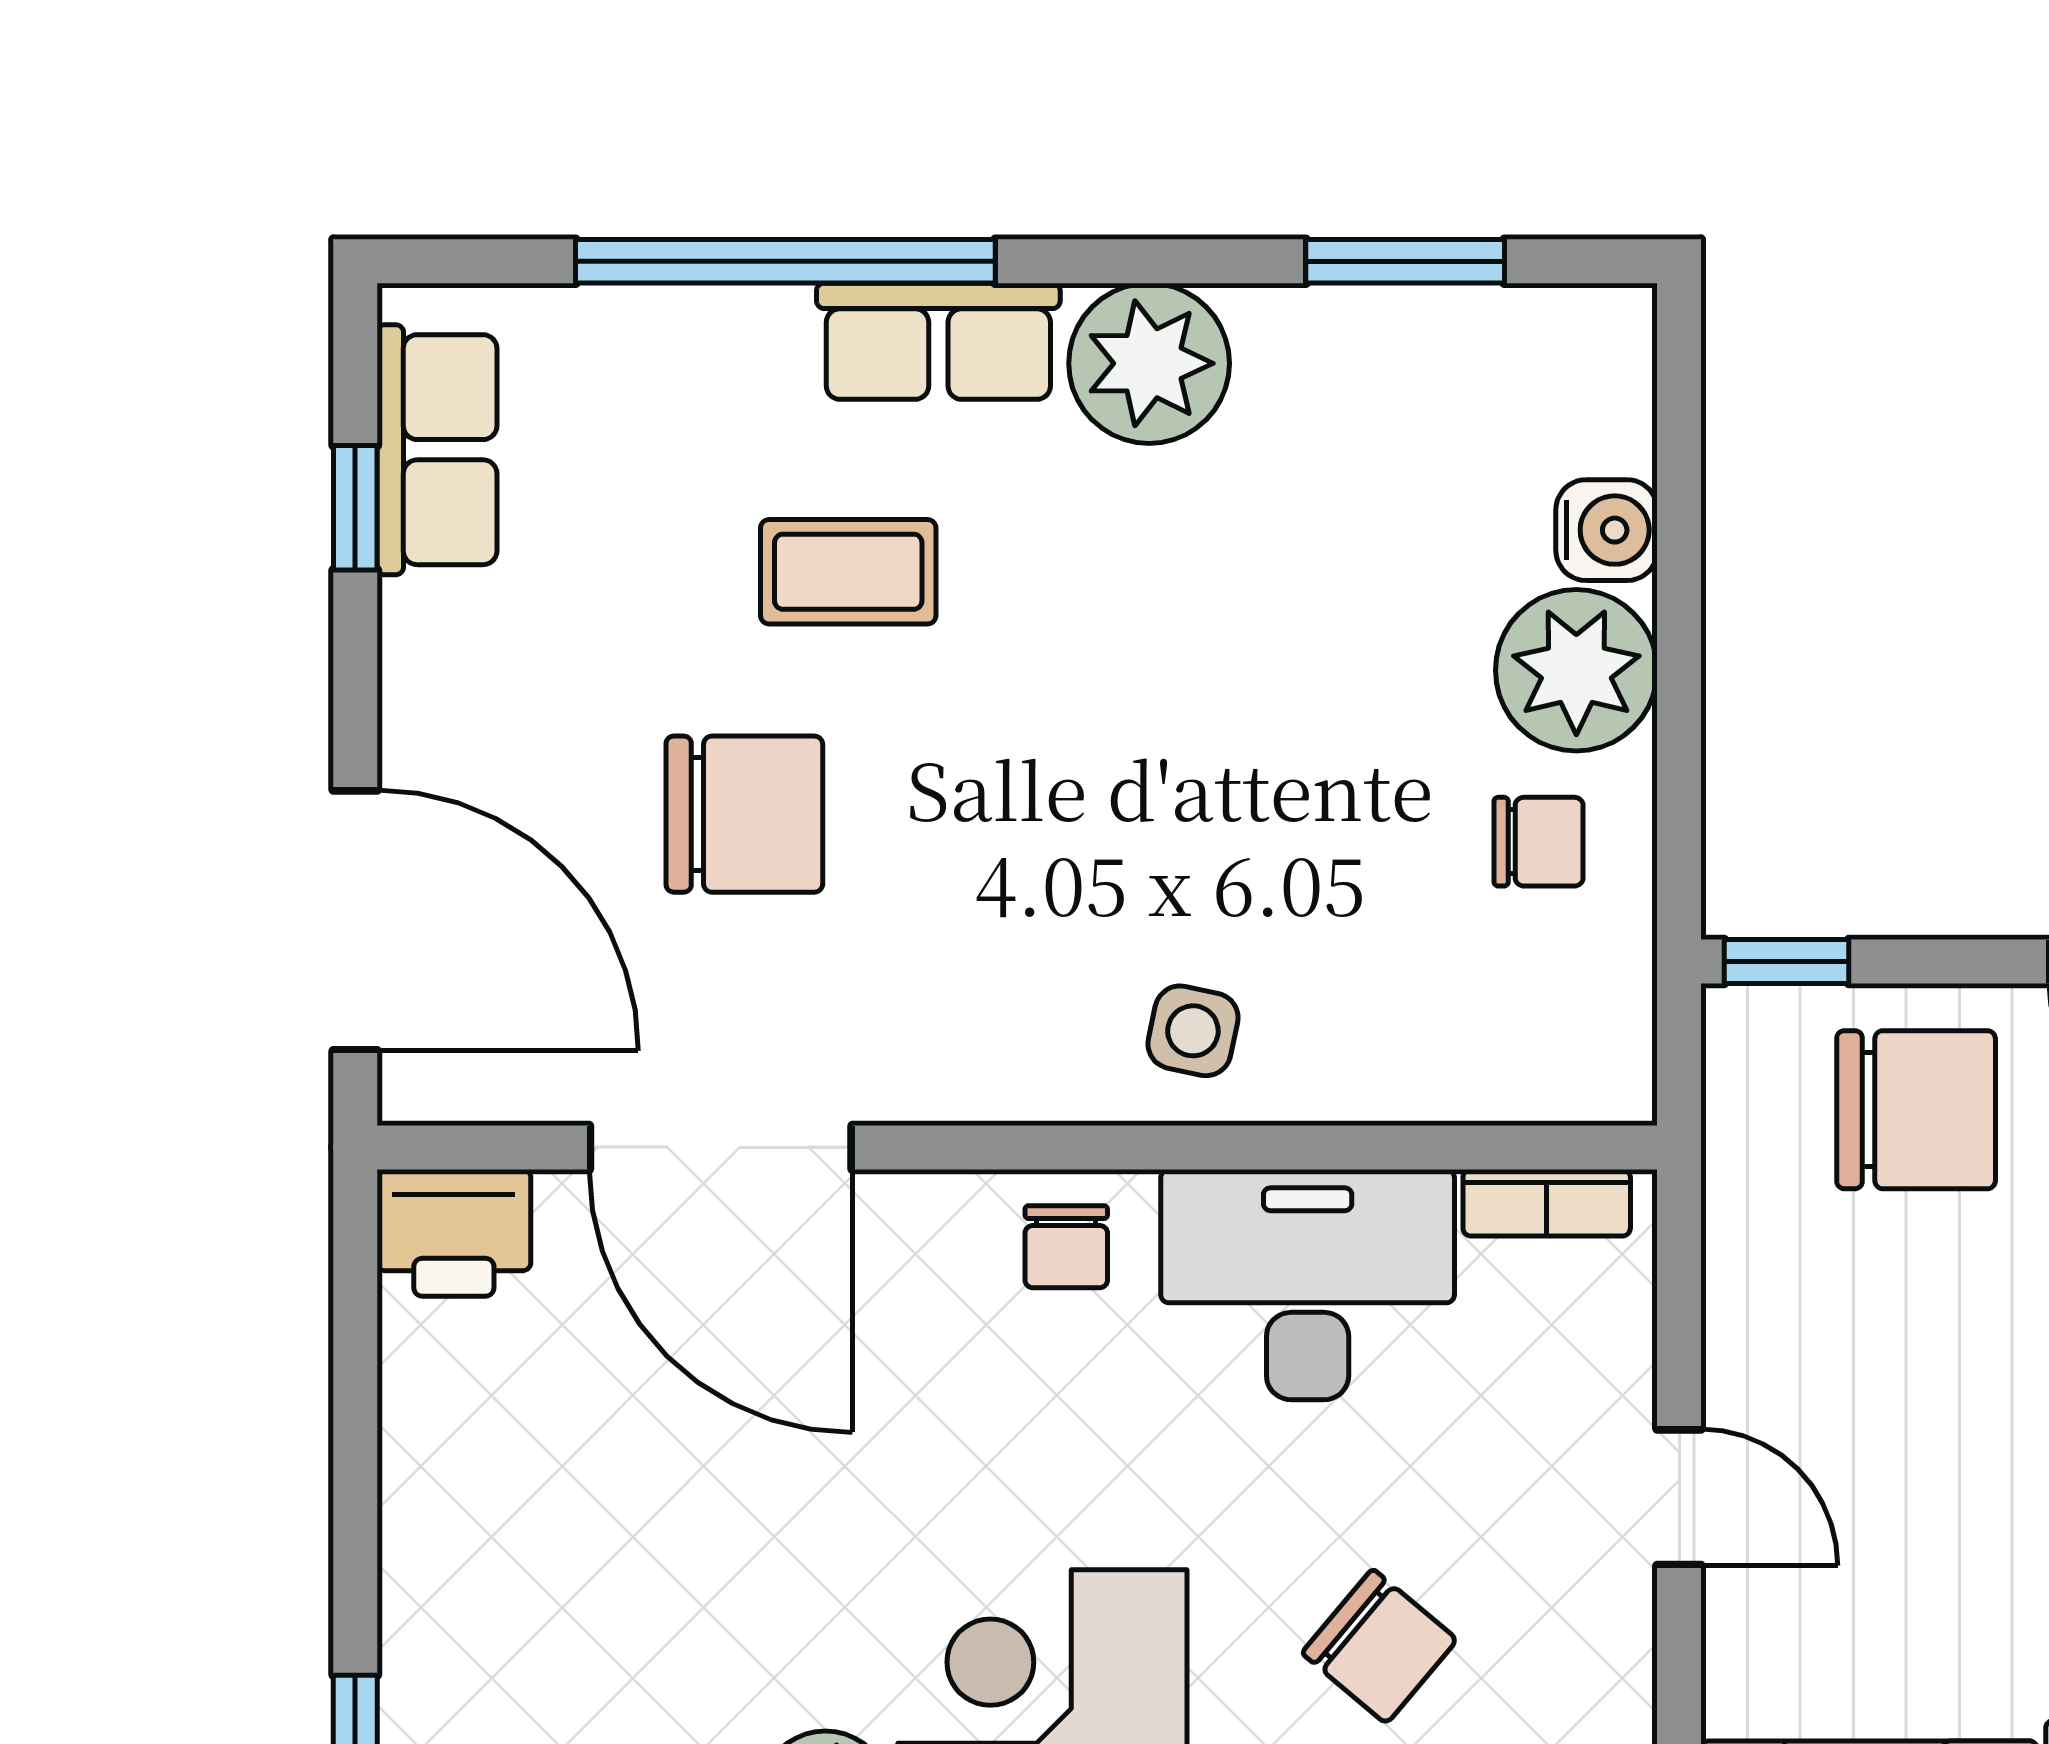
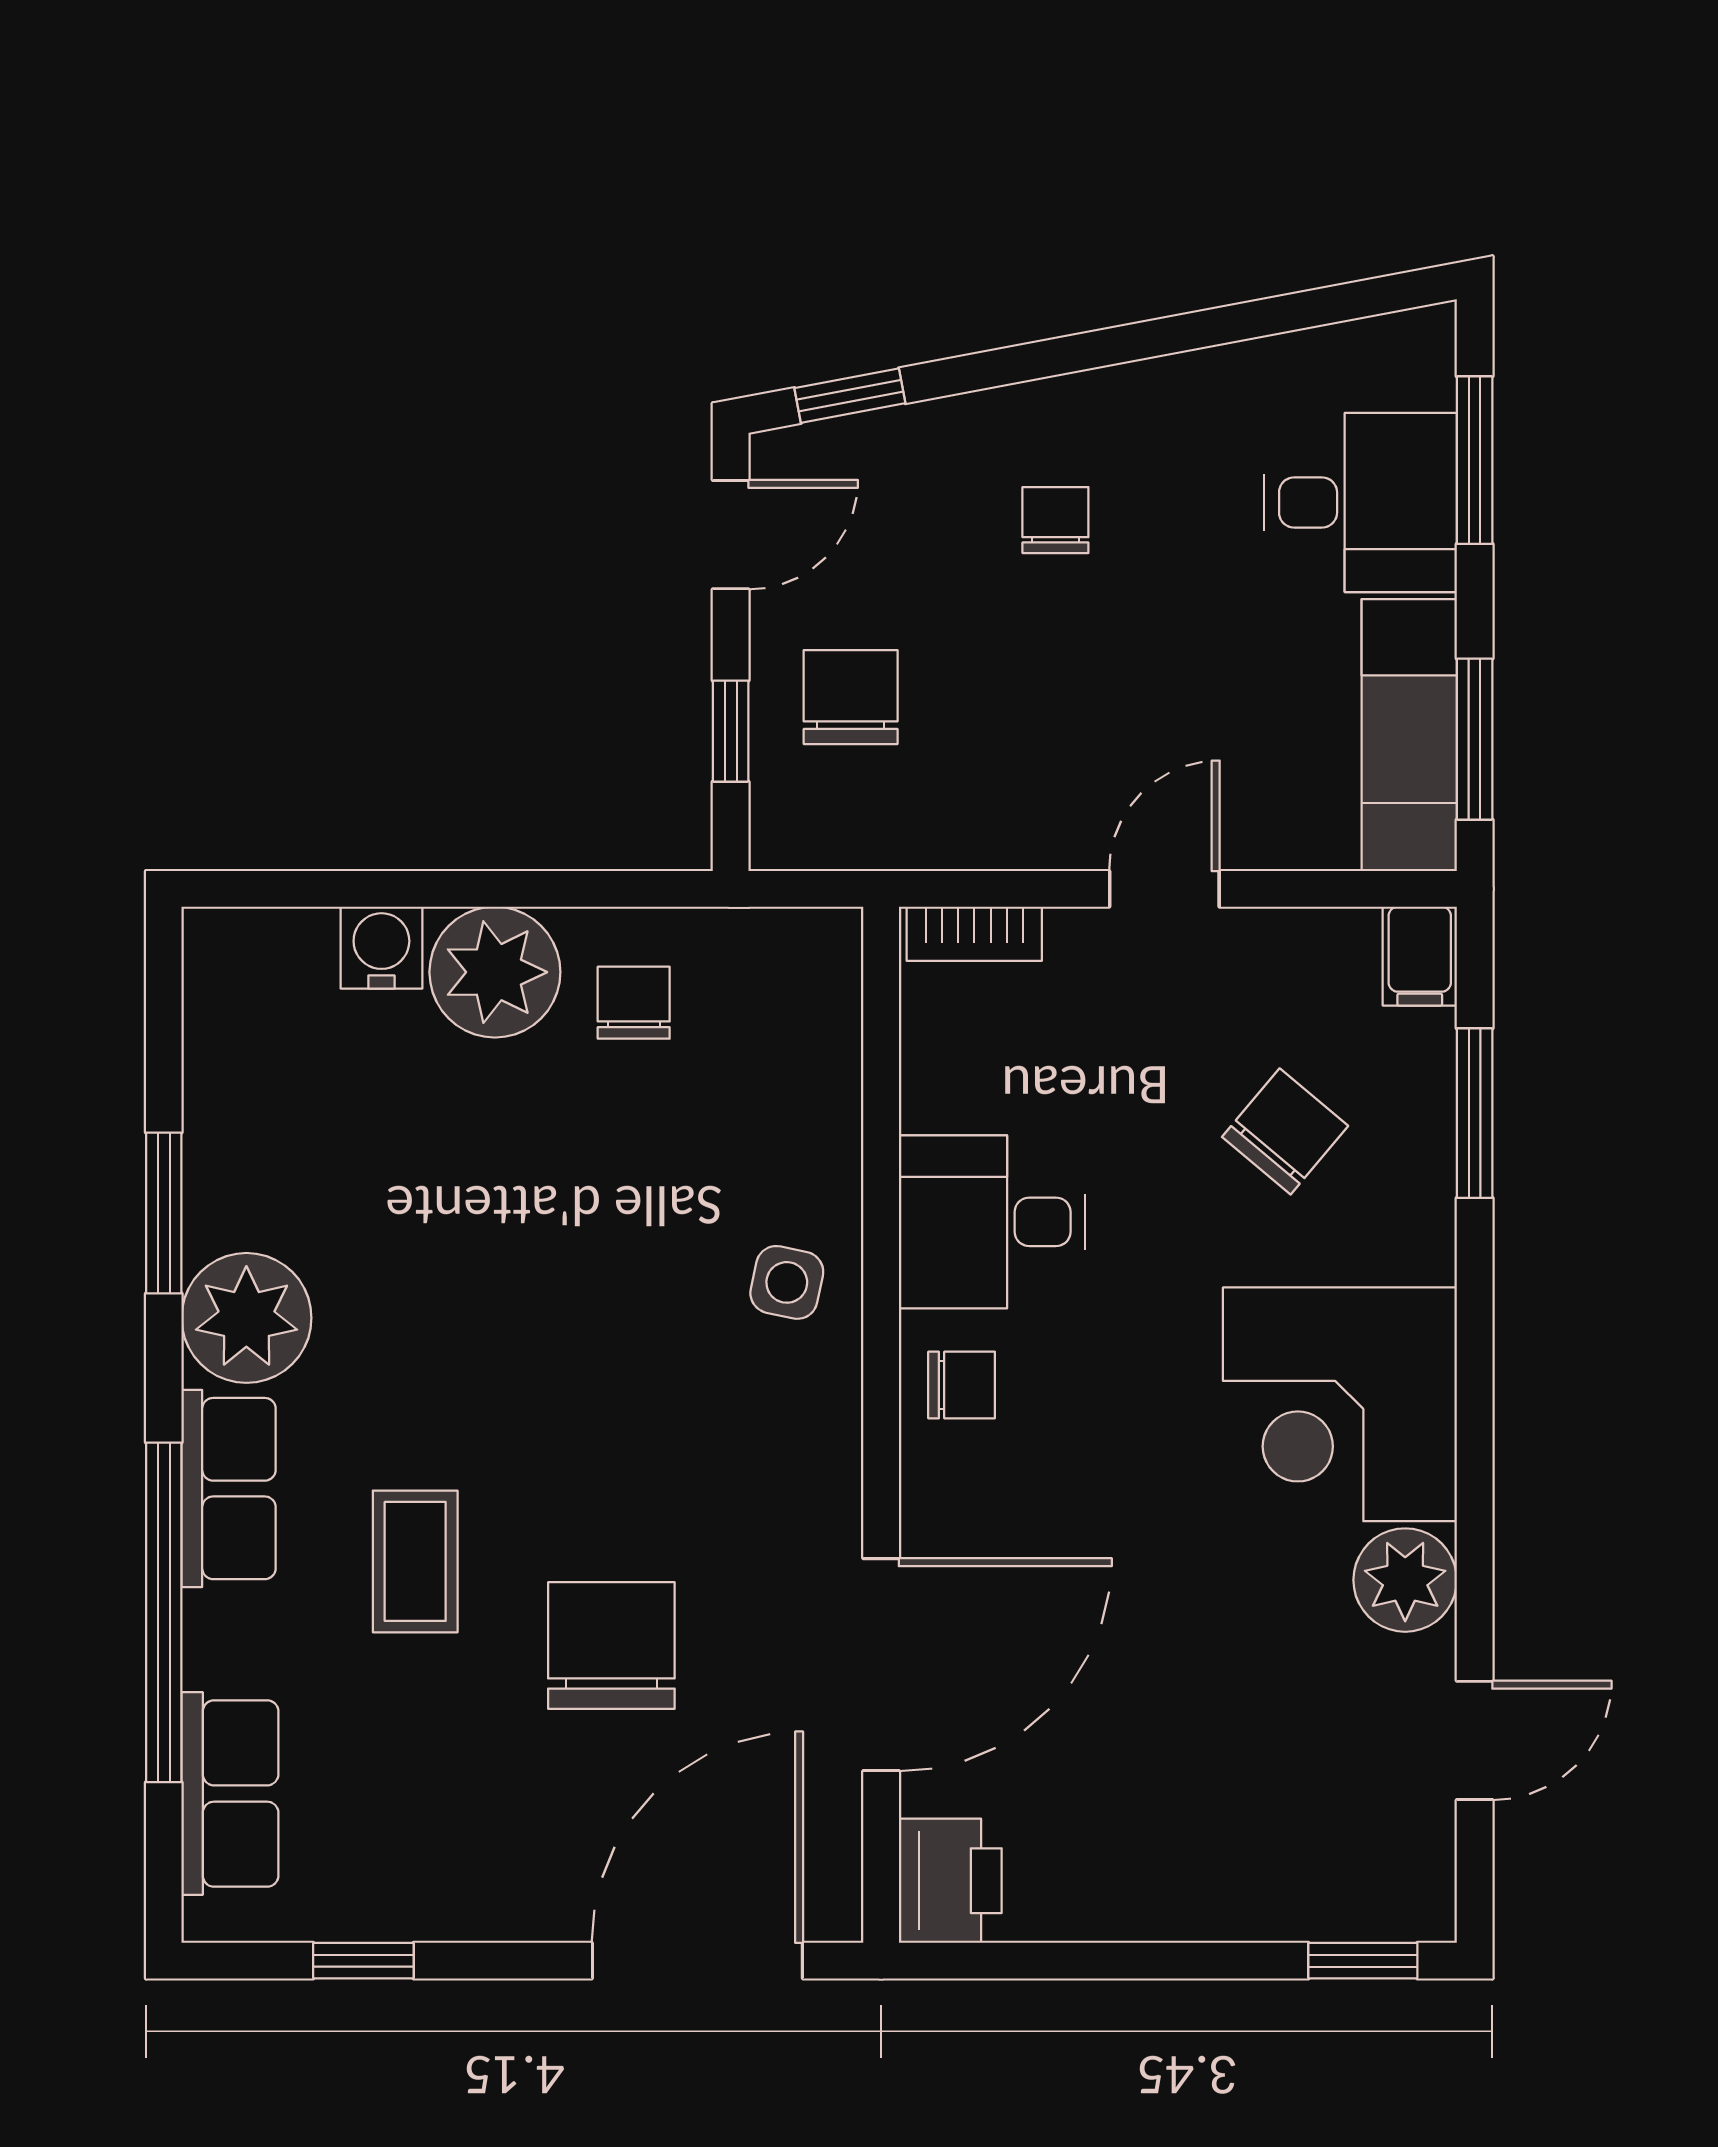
window: (1405, 261) -> (164, 1213), moved
row of seats: (437, 450) -> (230, 1794), moved, turned 90
window: (1786, 961) -> (731, 731), moved
chair: (1916, 1110) -> (851, 697), width x0.73, depth x0.73
bookcase: (1547, 1203) -> (974, 934), moved, turned 90
desk: (1308, 1285) -> (992, 1222), width x0.73

